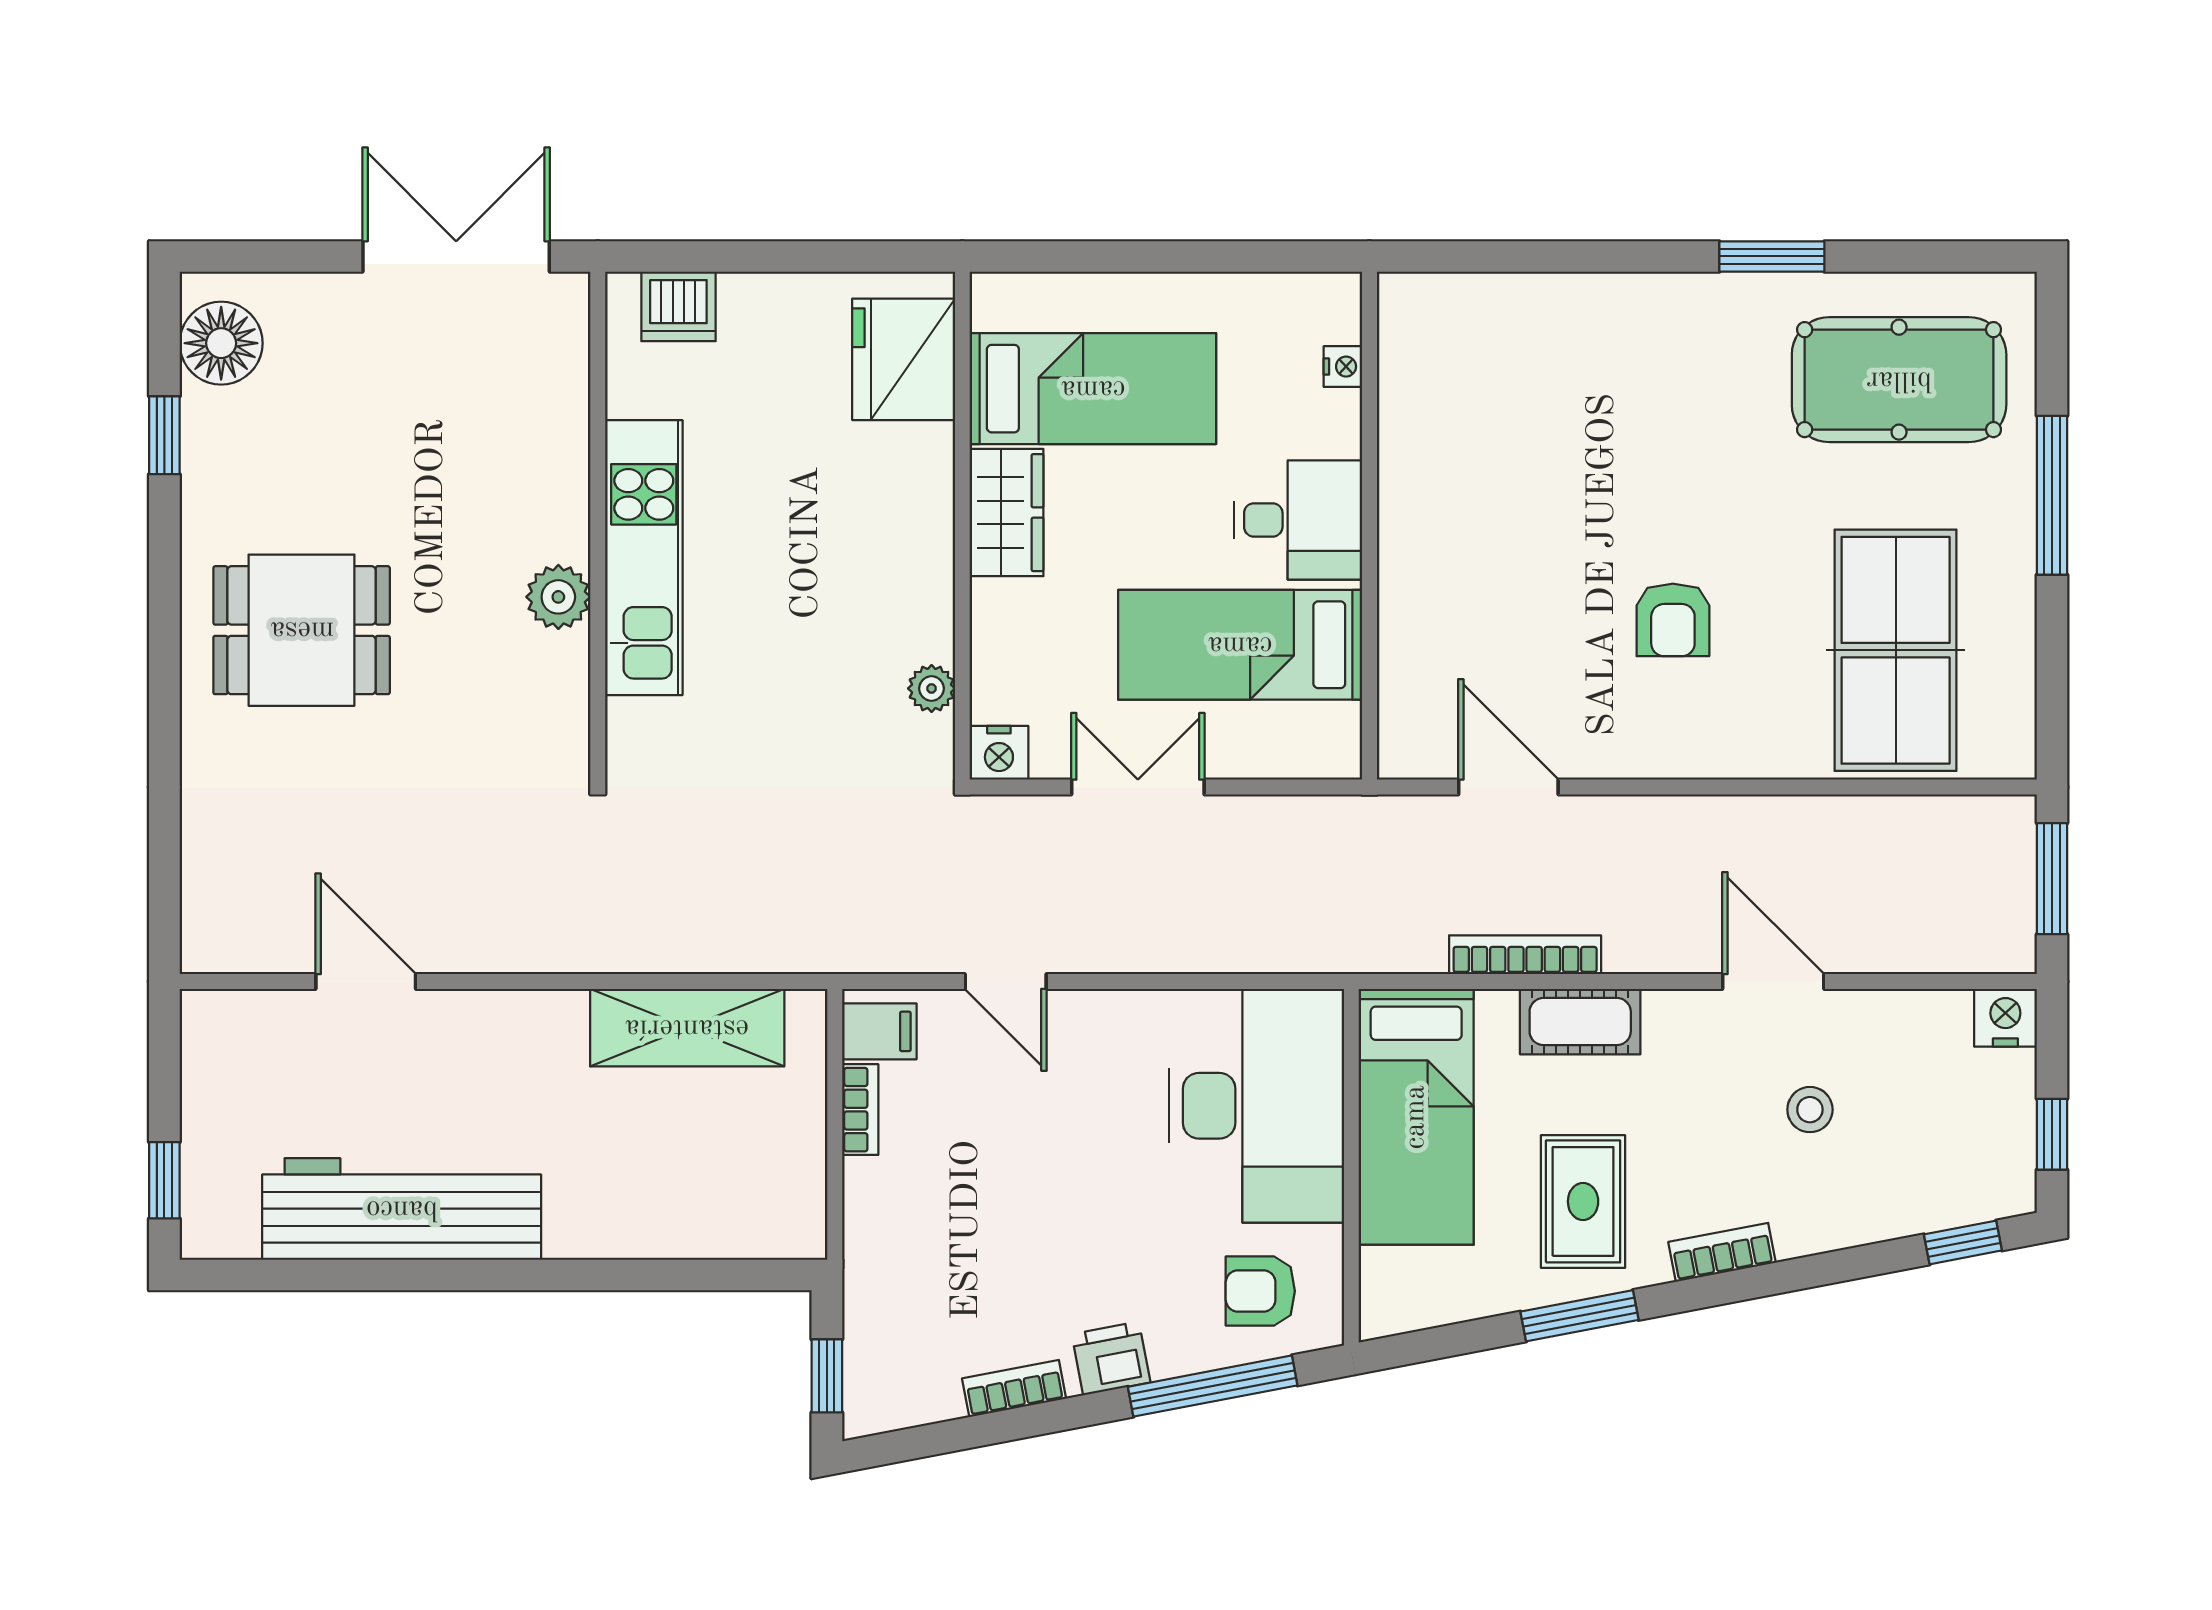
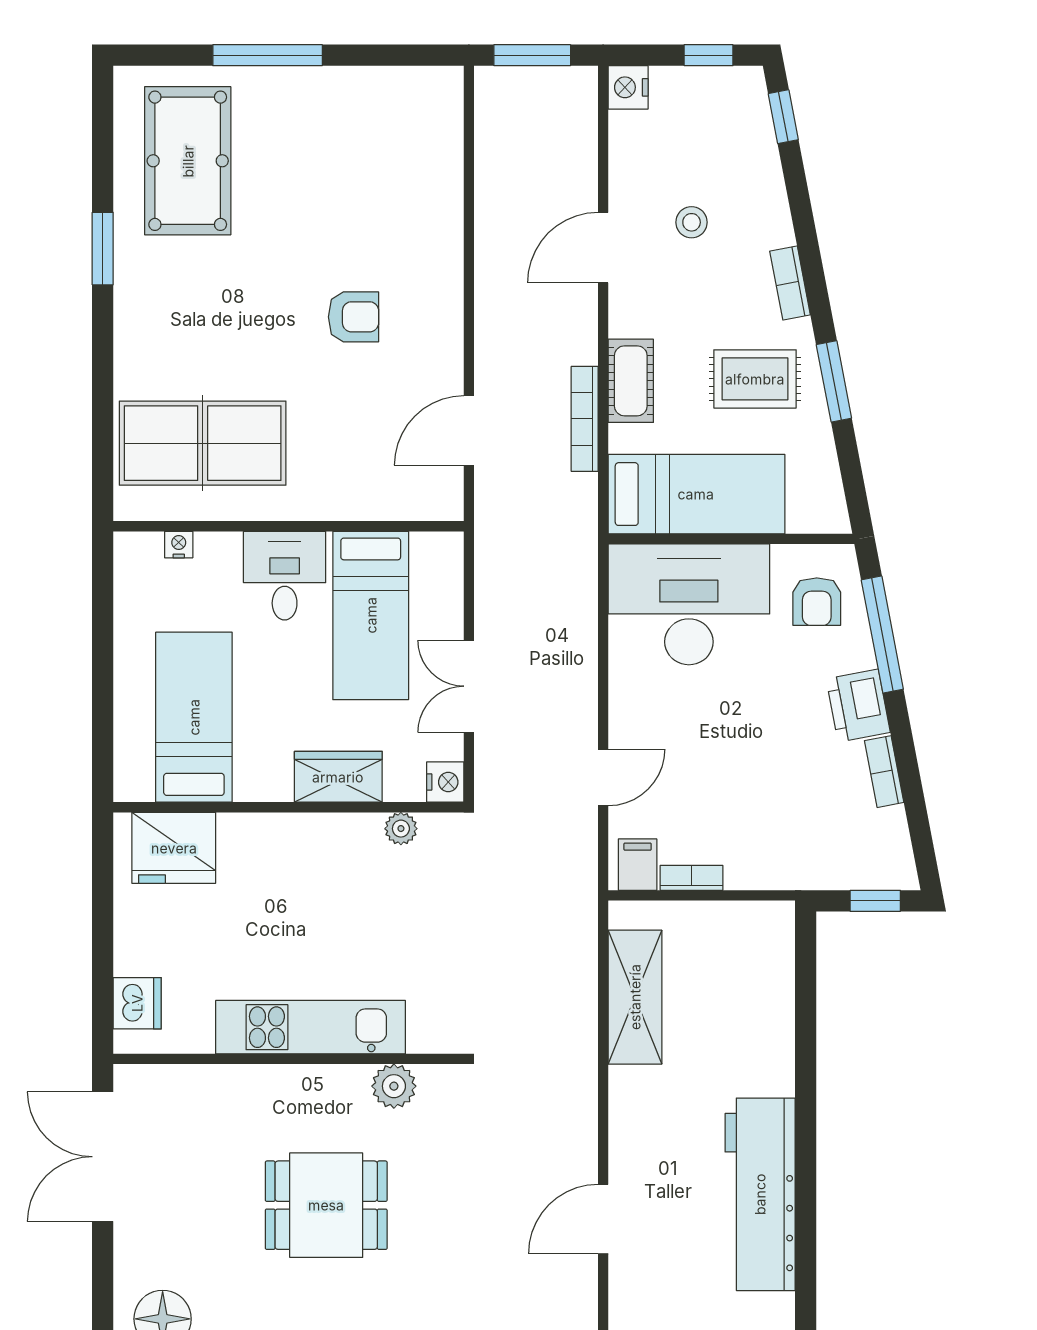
wardrobe: (1007, 513) -> (338, 777), moved
plant: (558, 597) -> (394, 1086), moved
dining table: (302, 630) -> (326, 1205), moved, turned 90
table tennis table: (1896, 650) -> (203, 443), moved
printer: (1111, 1358) -> (858, 706), width x1.36, depth x1.24

